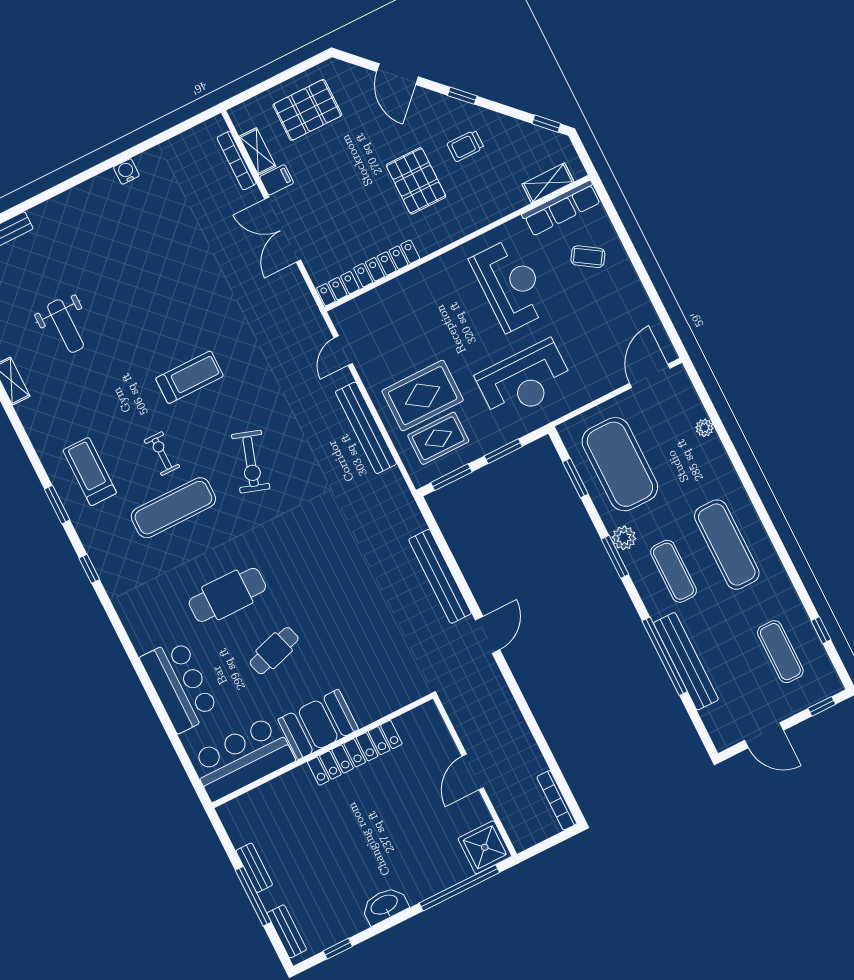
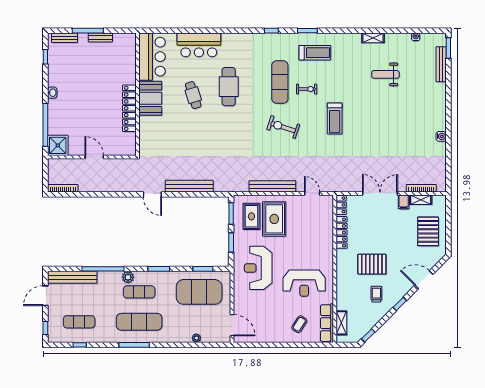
window: (772, 533) -> (134, 345), added
plant: (624, 538) -> (128, 277), moved
bench: (686, 661) -> (72, 277), moved
washbasin: (385, 905) -> (52, 93), width x0.52, depth x0.69

